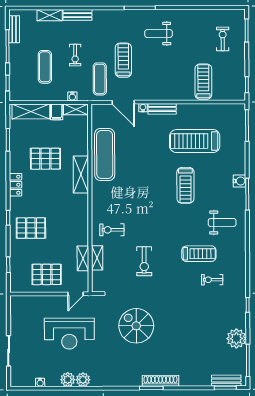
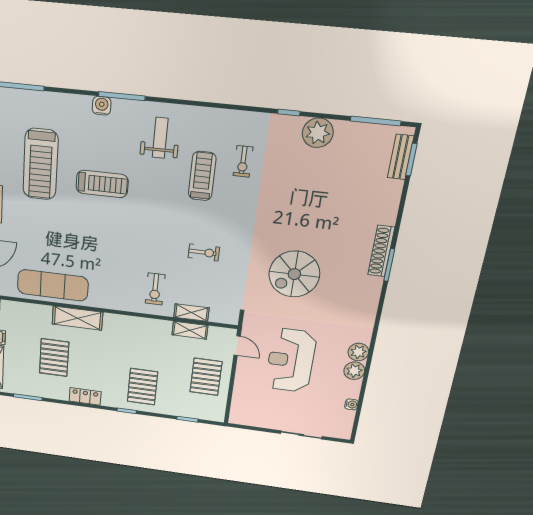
exercise bike: (144, 261) -> (204, 252), width x0.73, depth x0.72
reception desk: (69, 334) -> (291, 360), turned 180
plant: (236, 338) -> (318, 133), moved

